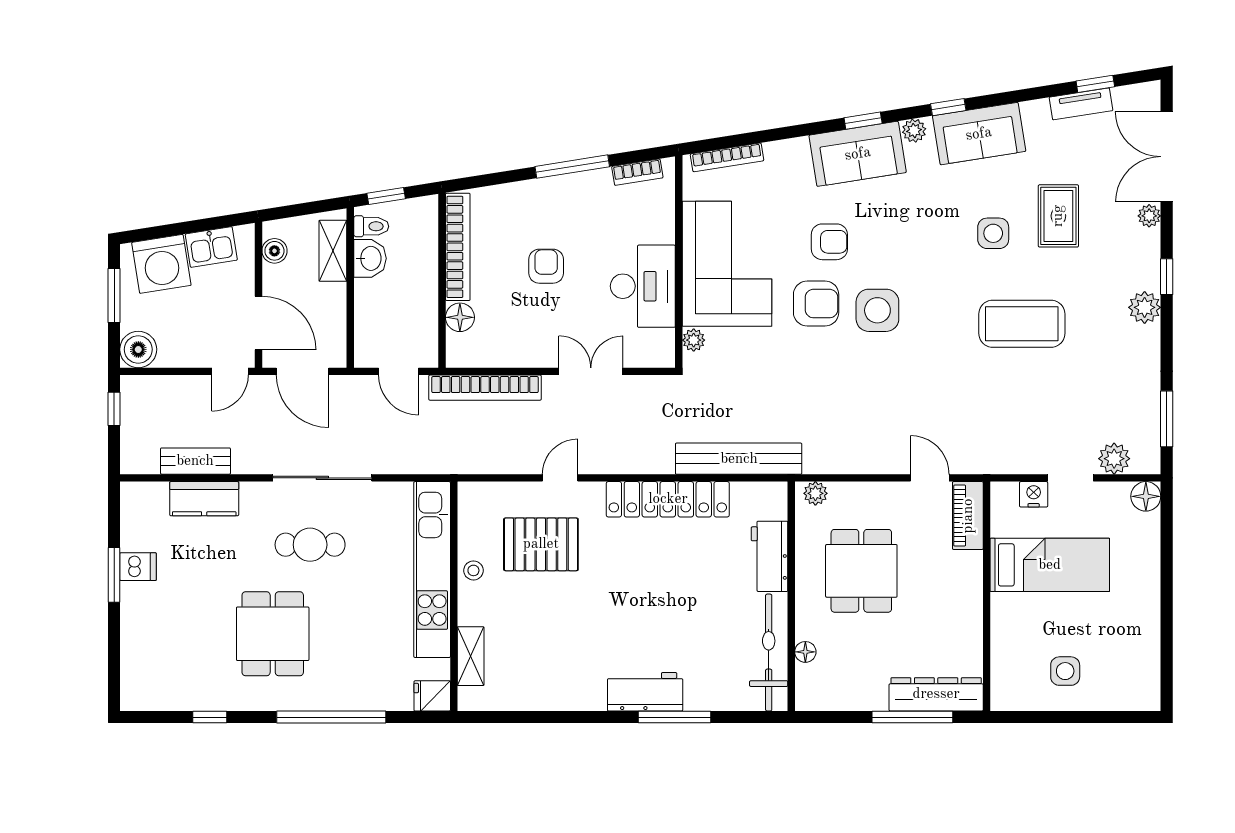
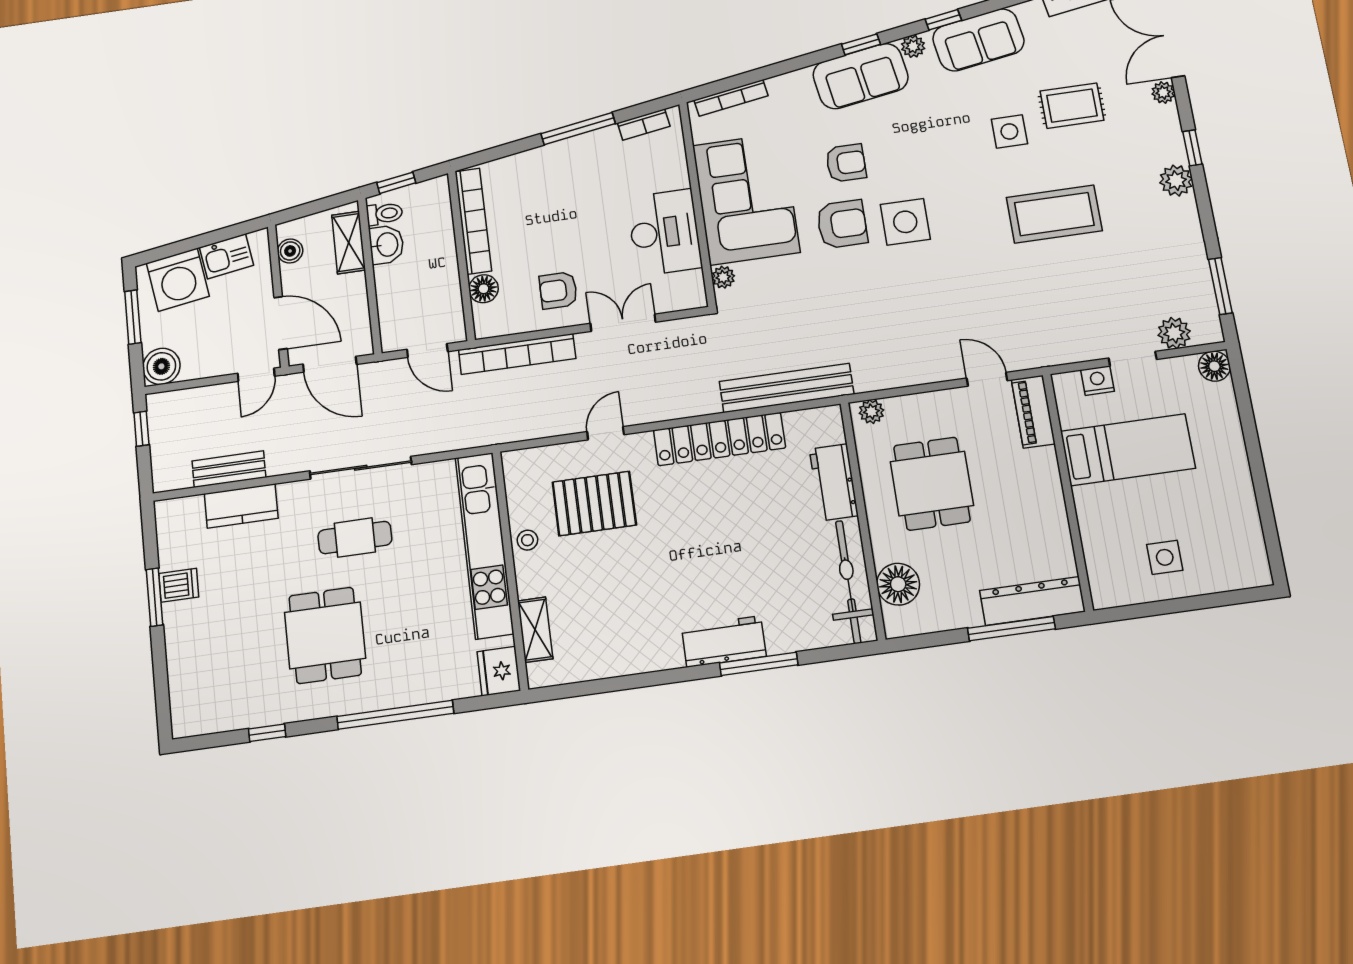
rug: (1058, 216) -> (1072, 106), turned 90
armchair: (546, 266) -> (558, 290), moved, turned -90
floor lamp: (805, 652) -> (898, 584), width x1.89, depth x1.89
fridge: (432, 696) -> (499, 671), width x1.38

